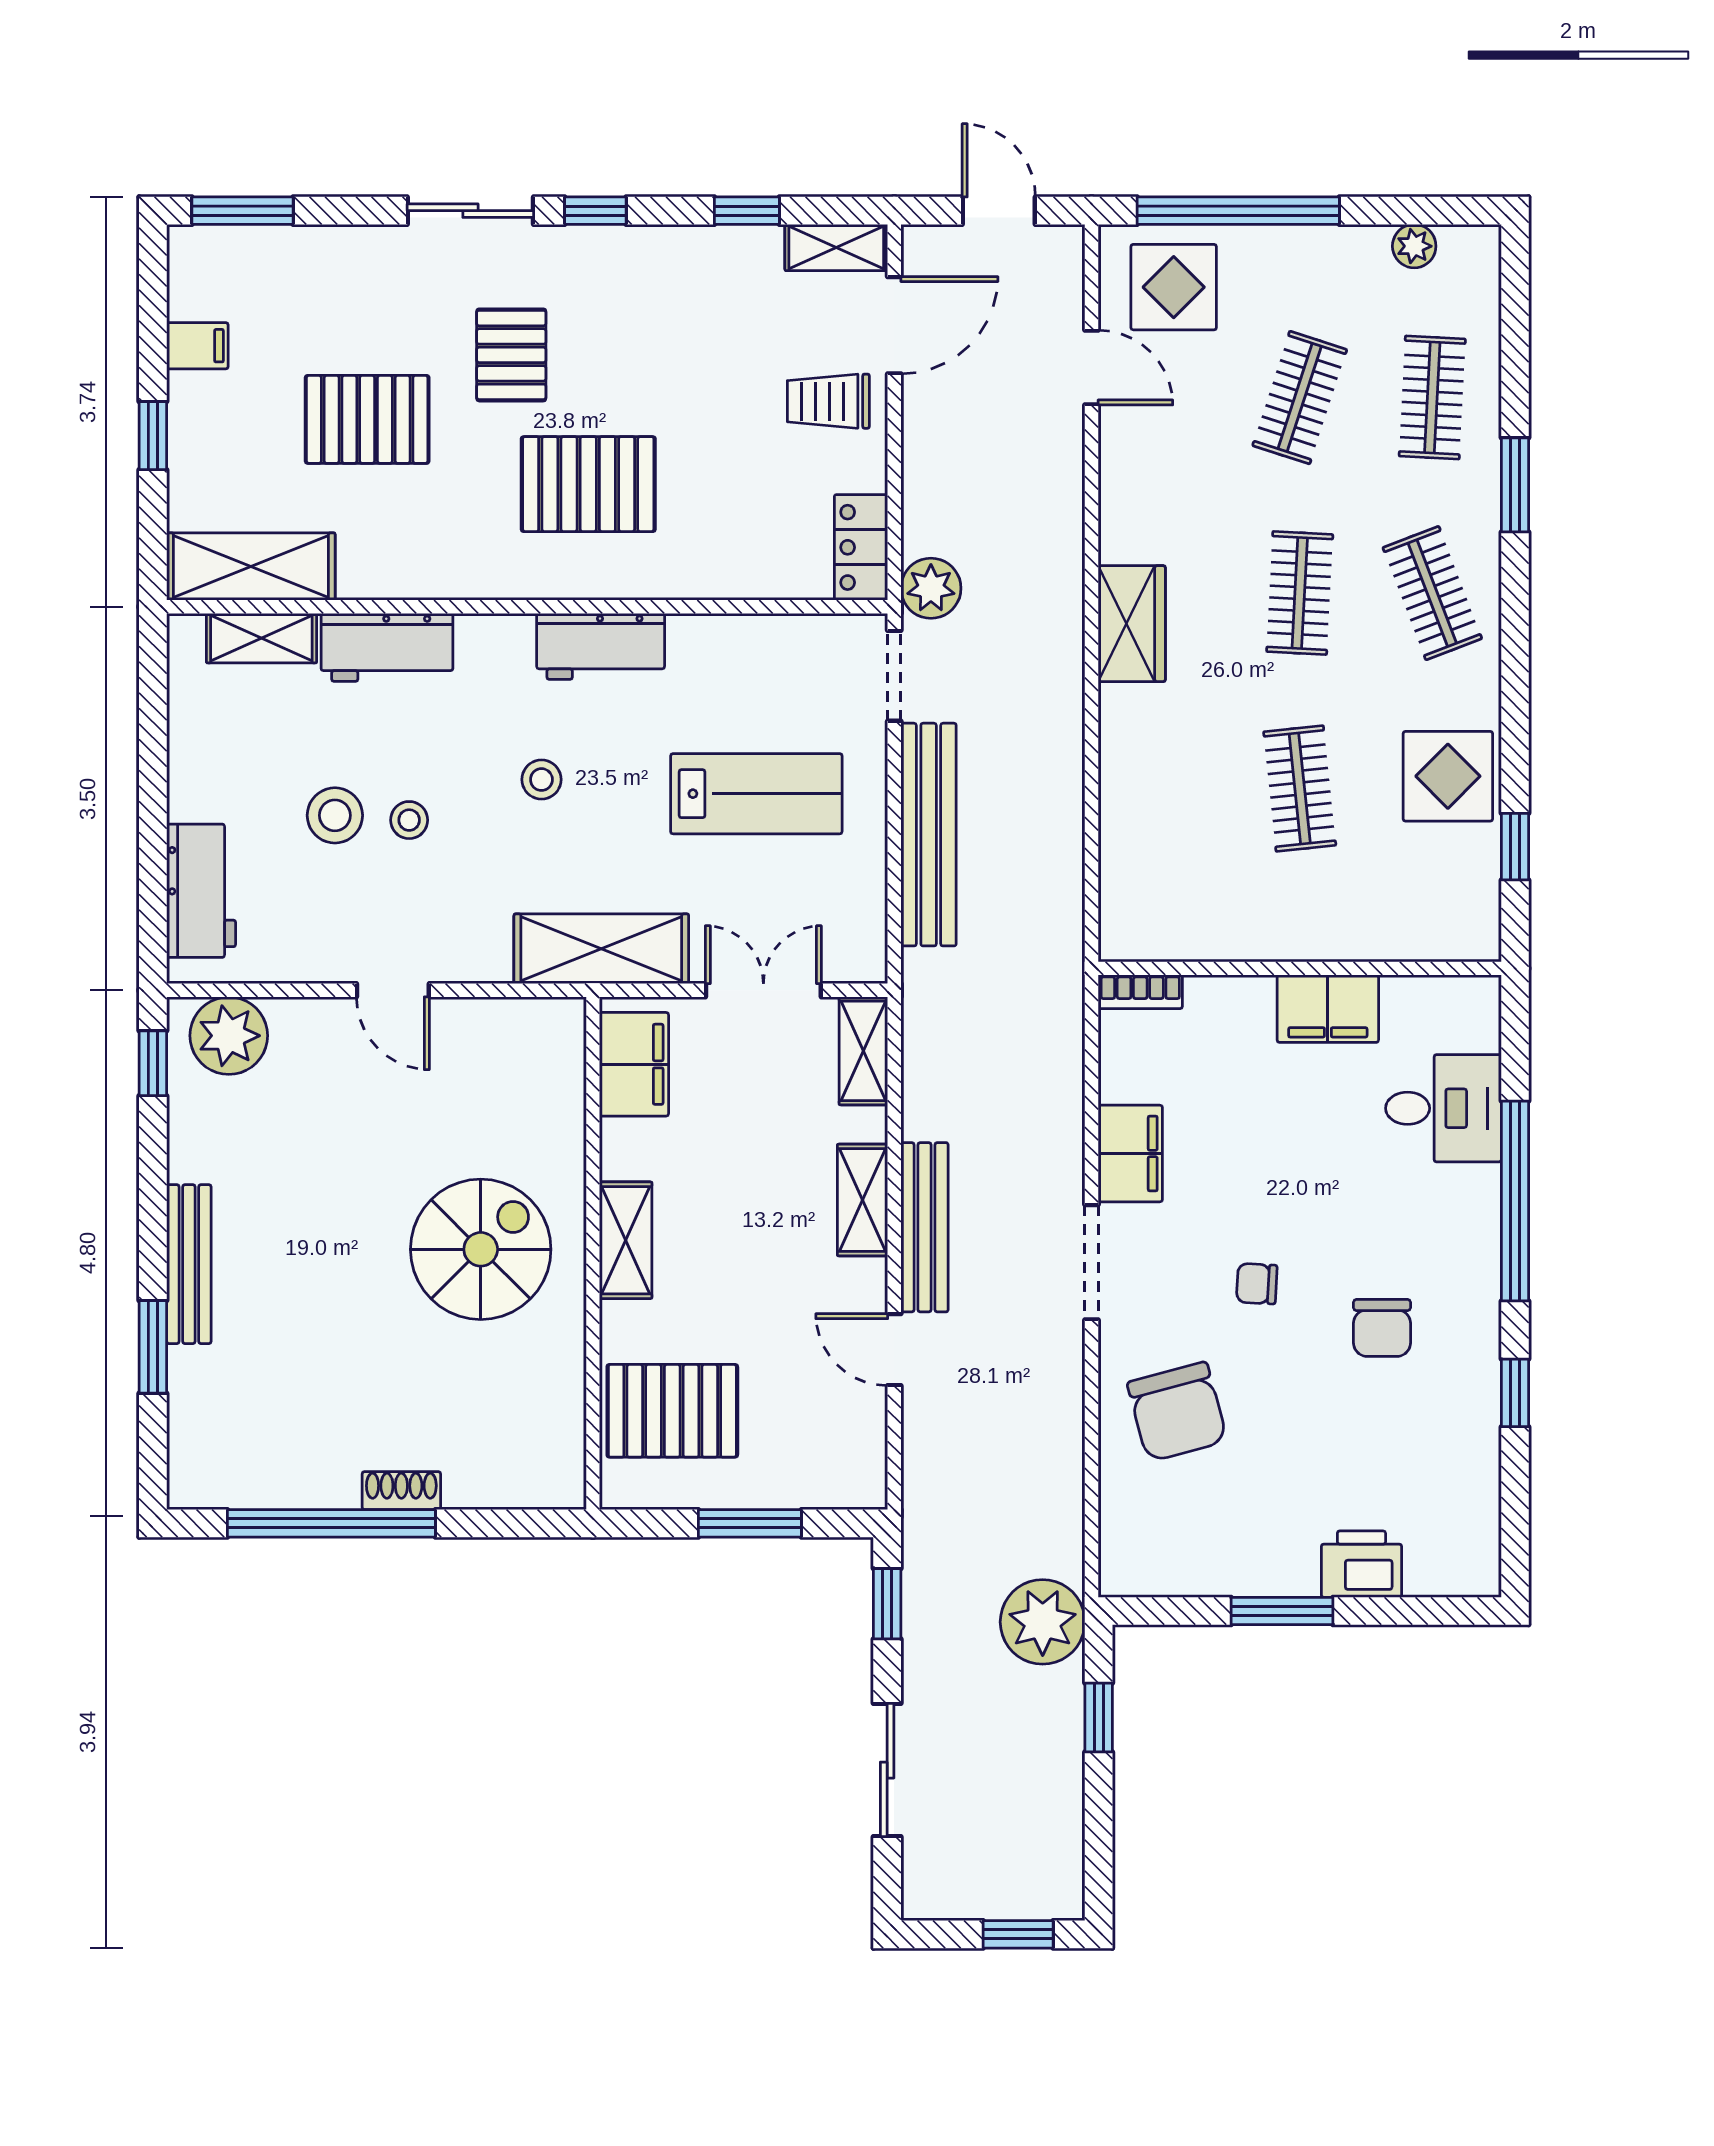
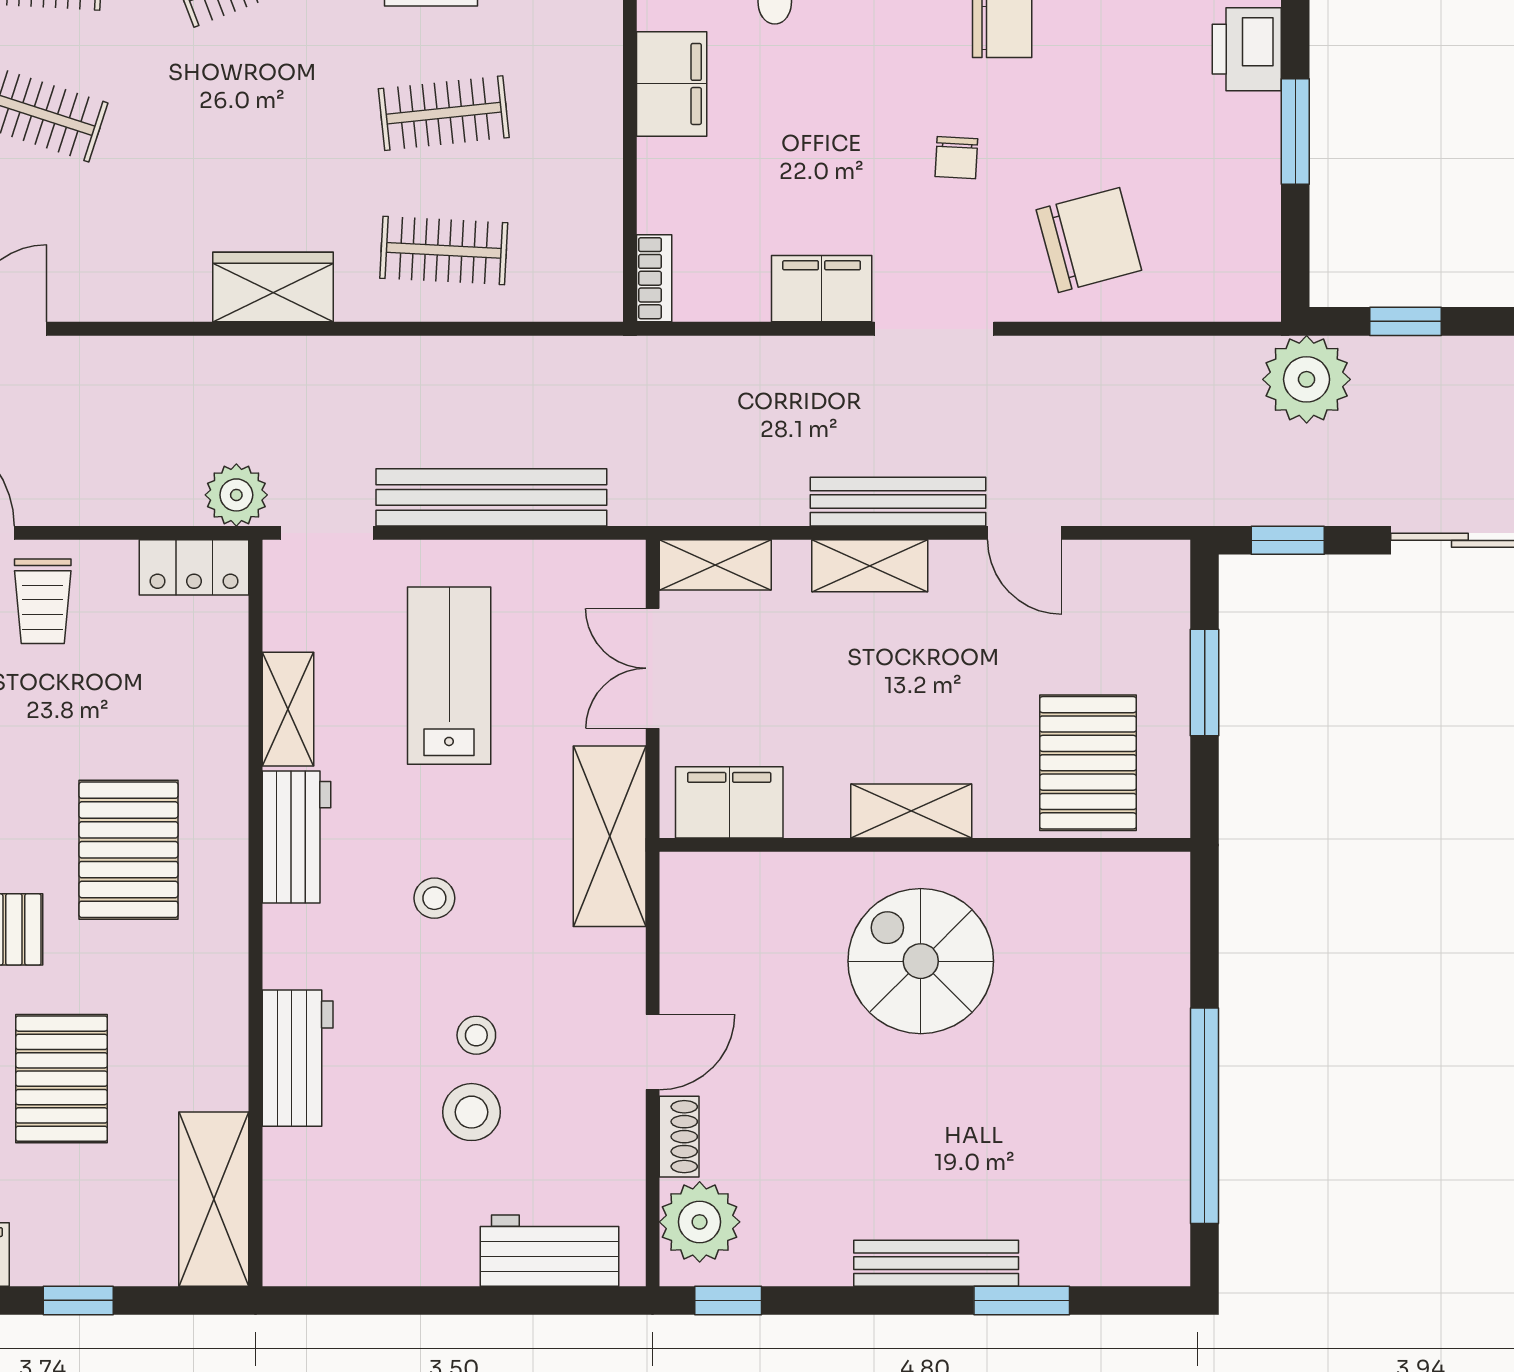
clothes rail: (1300, 593) -> (444, 250), moved
shelving: (261, 638) -> (288, 709), moved
door: (894, 1350) -> (1025, 533), hinge flipped
shoe rack: (401, 1491) -> (679, 1137), moved, turned 180

